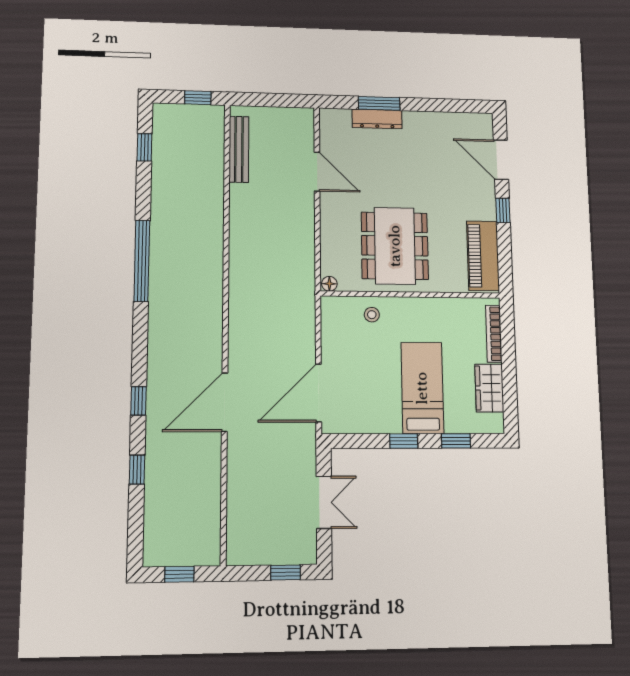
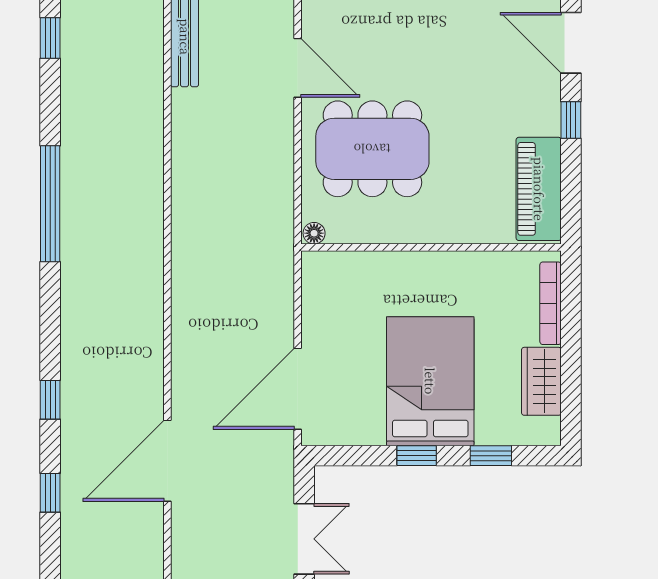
dining table: (395, 246) -> (372, 149), moved, turned 90
stool: (372, 315) -> (374, 277), removed
bed: (422, 388) -> (430, 381), width x1.50
door: (225, 402) -> (167, 461), moved

